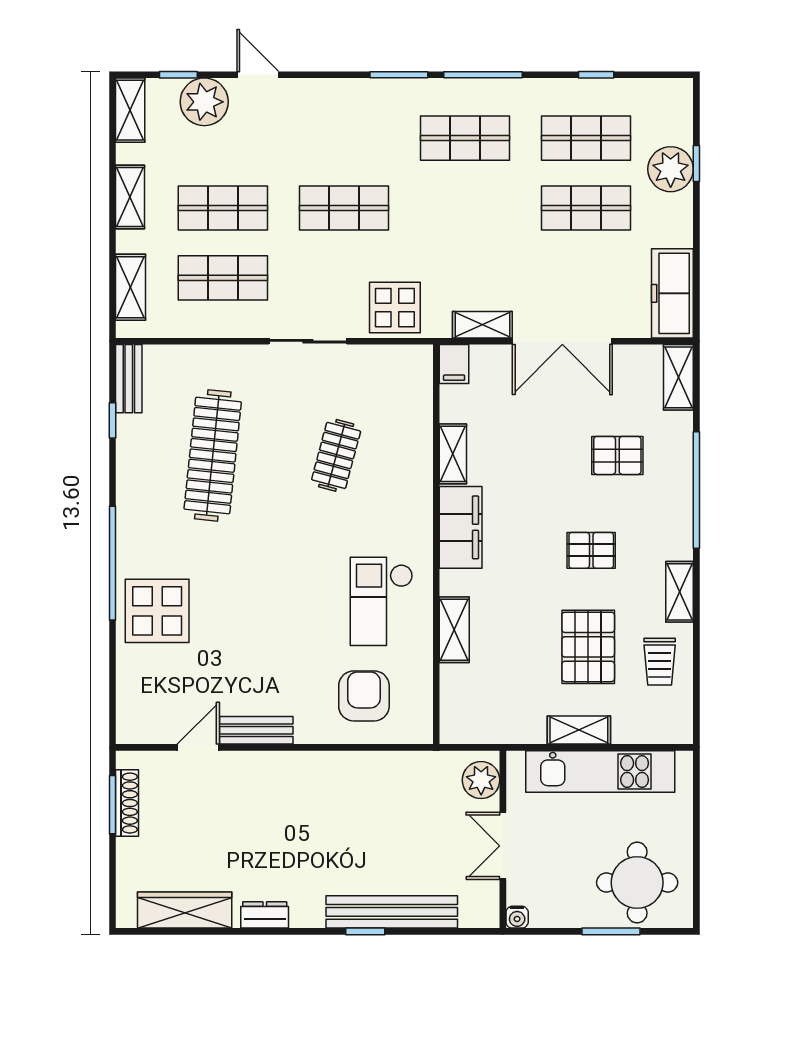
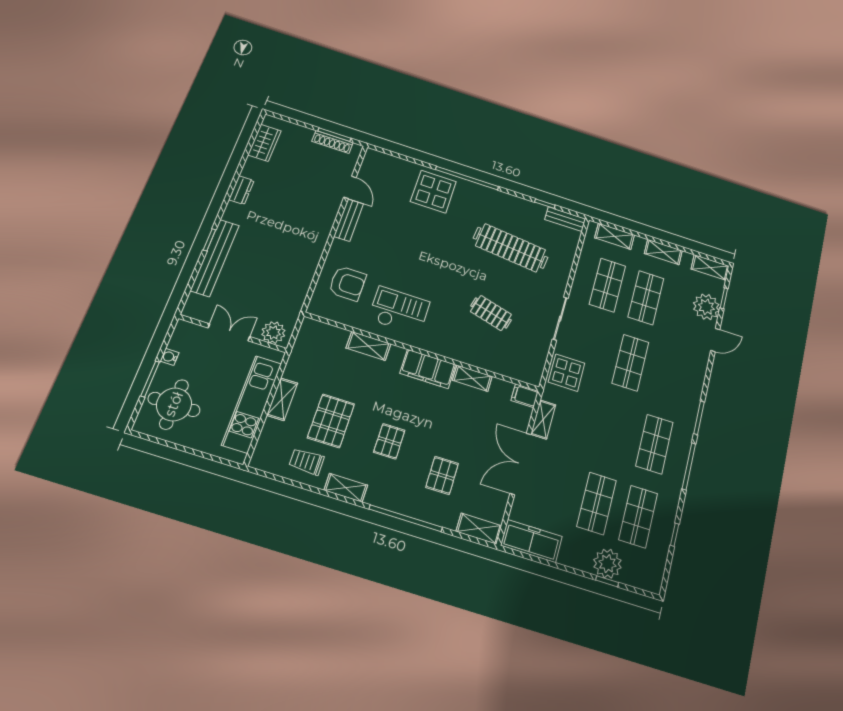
pallet: (588, 647) -> (331, 421), turned 90
wardrobe: (185, 910) -> (264, 143), width x0.67
water cooler: (517, 917) -> (169, 357), moved

